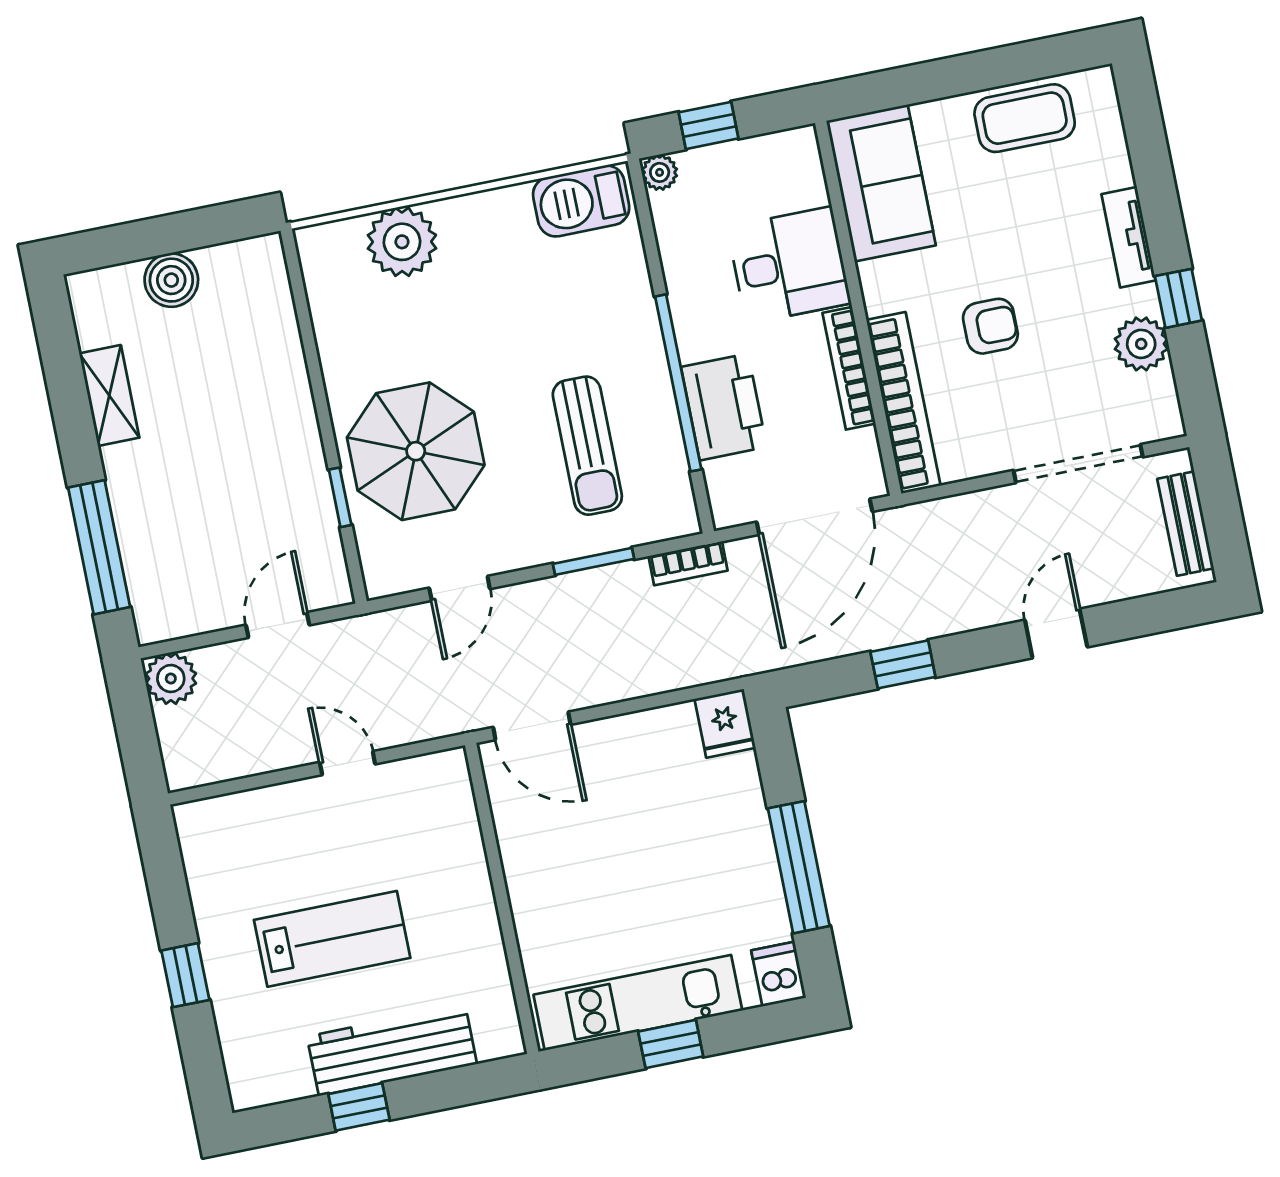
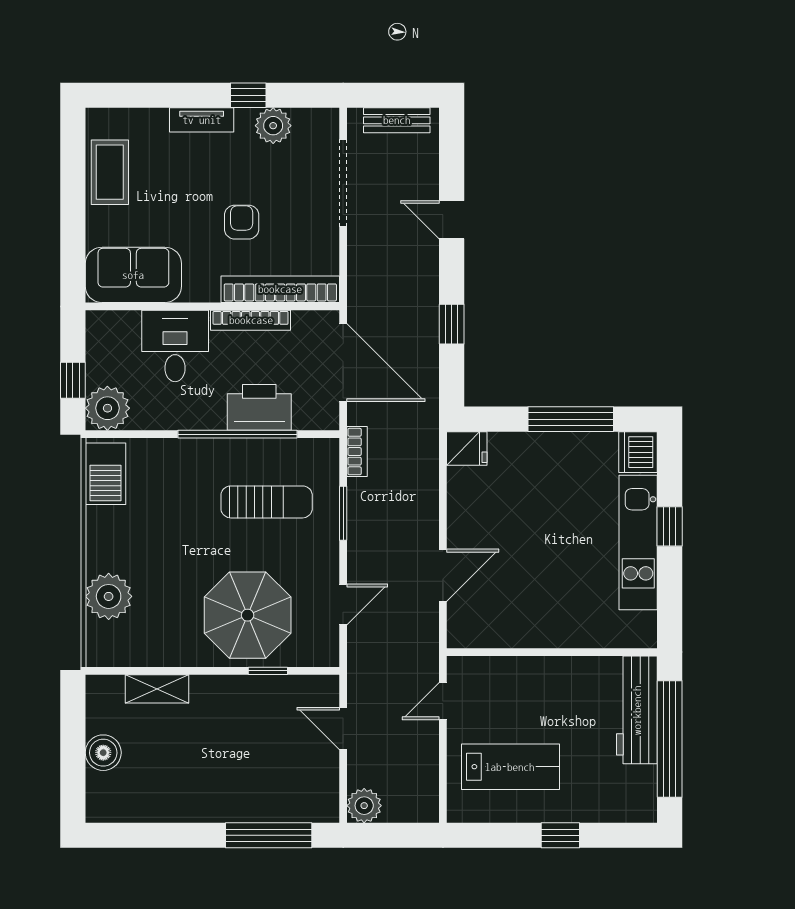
plant: (660, 172) -> (107, 408), width x1.87, depth x1.87
shelving: (109, 396) -> (157, 689), moved
door: (460, 588) -> (343, 604), hinge flipped
wall: (502, 898) -> (552, 652), moved
lab bench: (332, 939) -> (510, 767), moved, turned 90
dishwasher: (779, 974) -> (638, 452), width x1.38
window: (359, 1107) -> (670, 739), width x3.17

